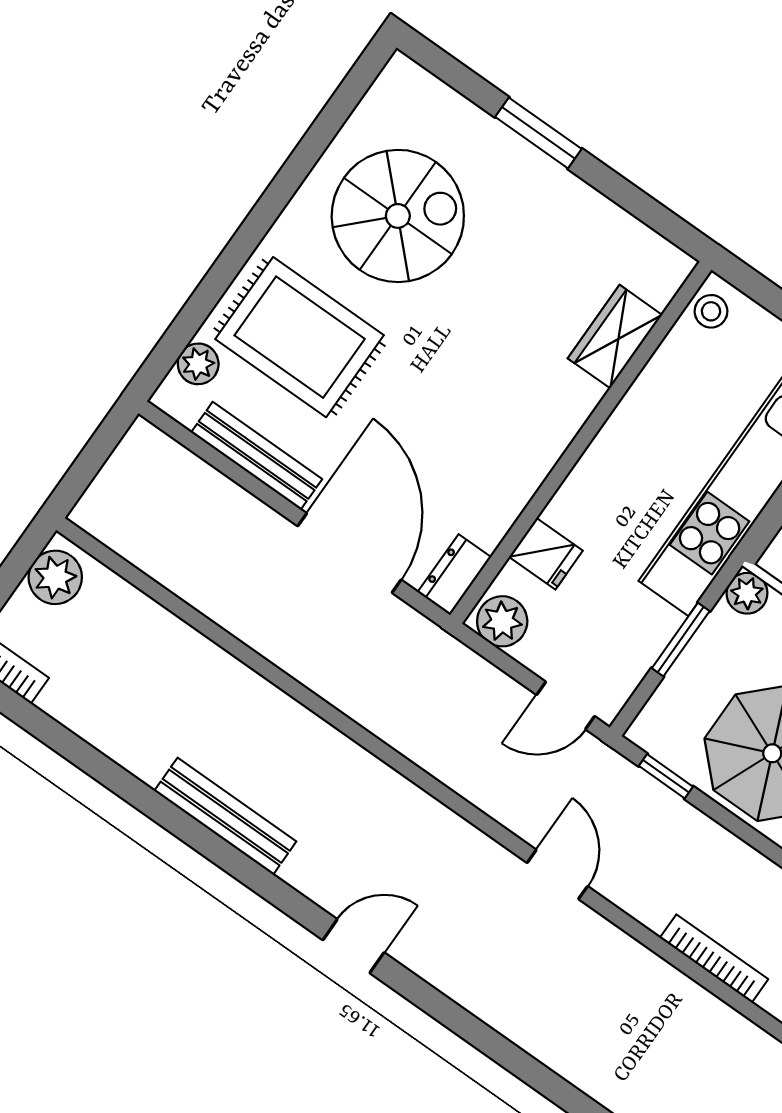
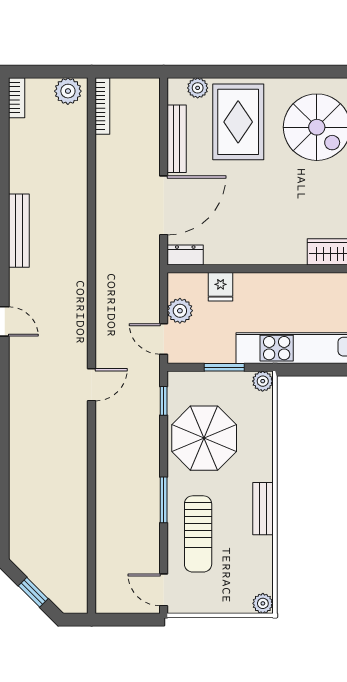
plant: (502, 621) -> (180, 311), moved
bookcase: (714, 959) -> (102, 106), moved

